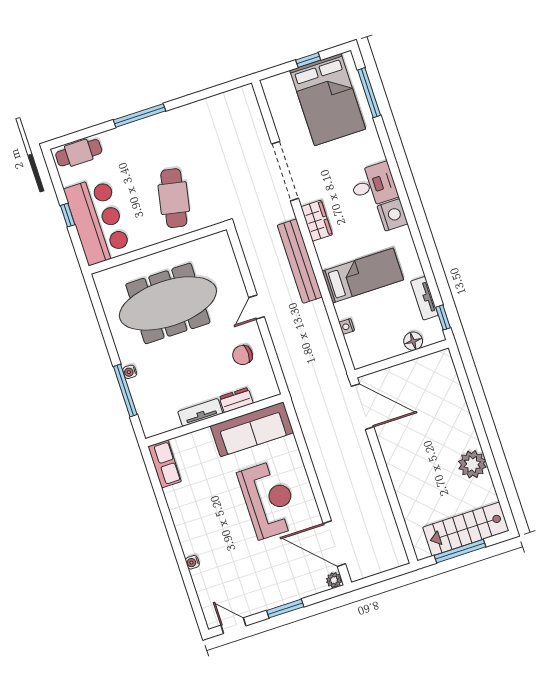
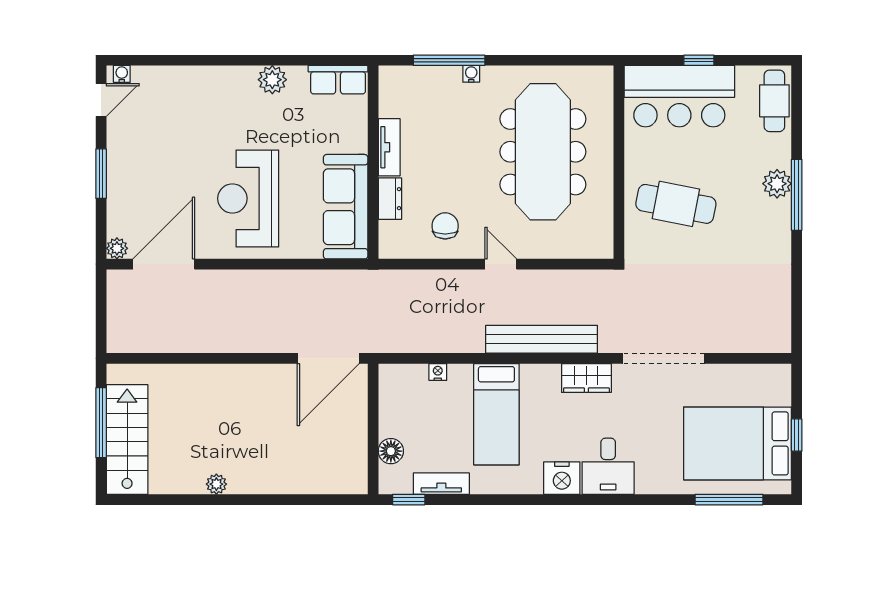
plant: (136, 132) -> (777, 184), added
plant: (472, 464) -> (216, 484), width x0.53, depth x0.53
reception desk: (269, 500) -> (248, 198), turned 90
plant: (180, 510) -> (272, 80), added
water cooler: (192, 562) -> (122, 74), moved

